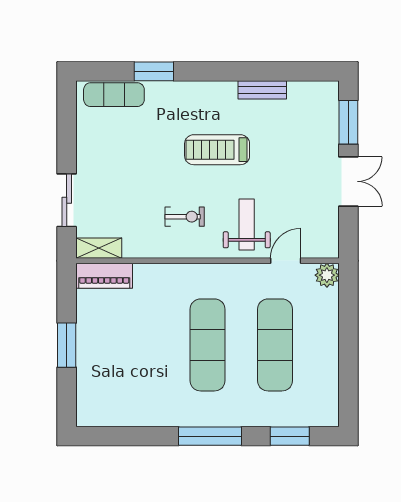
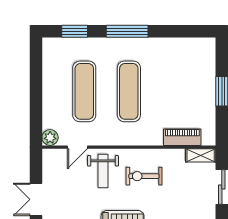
exercise bike: (185, 217) -> (144, 176), width x1.38, depth x1.39
piano: (104, 276) -> (182, 137), moved

